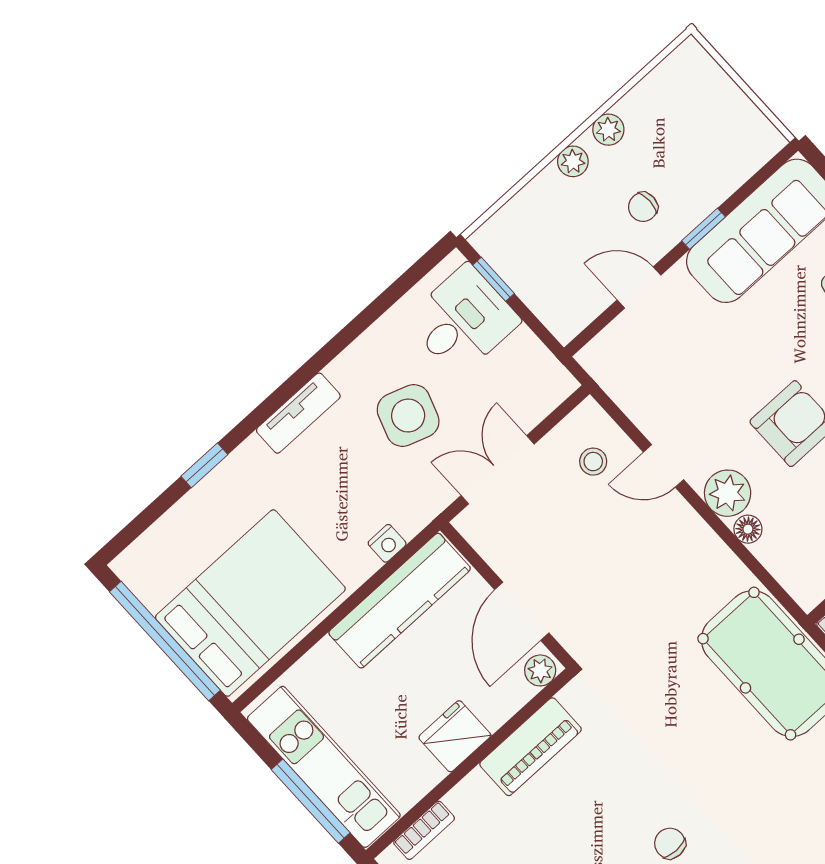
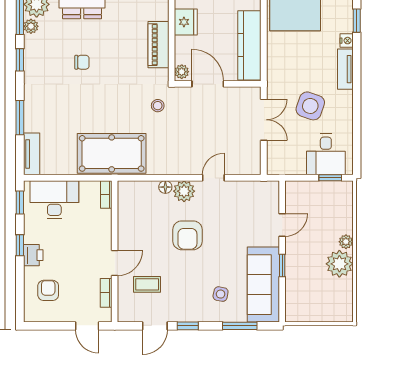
plant: (608, 130) -> (339, 264), width x1.87, depth x1.87
chair: (643, 207) -> (308, 251), removed
stool: (593, 462) -> (158, 106), moved
nightstand: (387, 543) -> (347, 41), moved, turned 180

